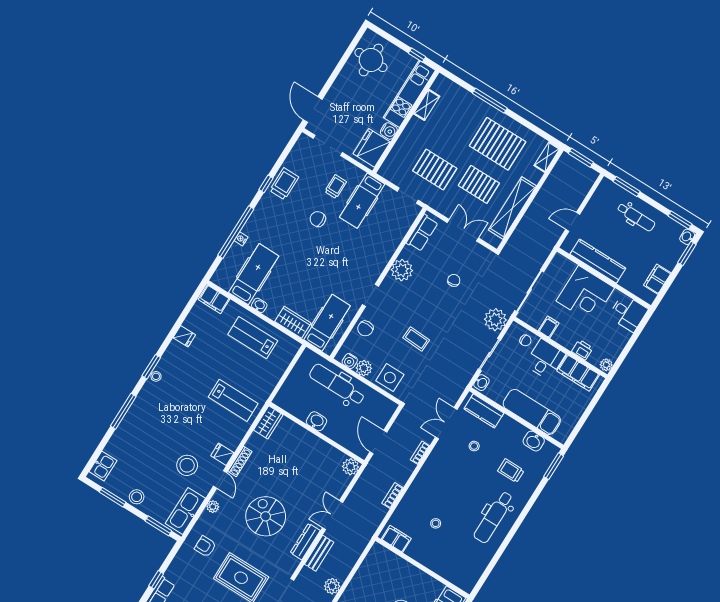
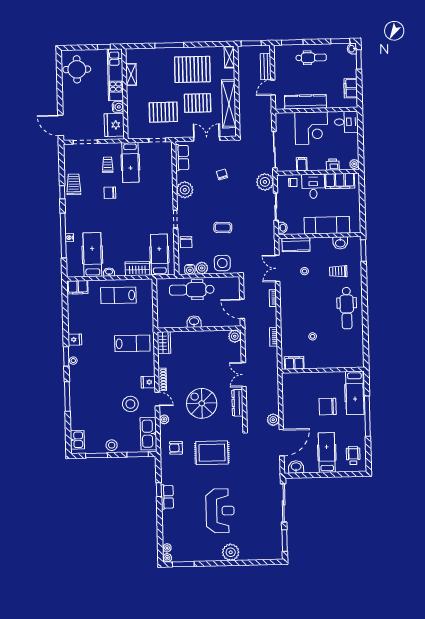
fridge: (184, 336) -> (75, 340), moved
bench: (319, 553) -> (266, 67), moved

